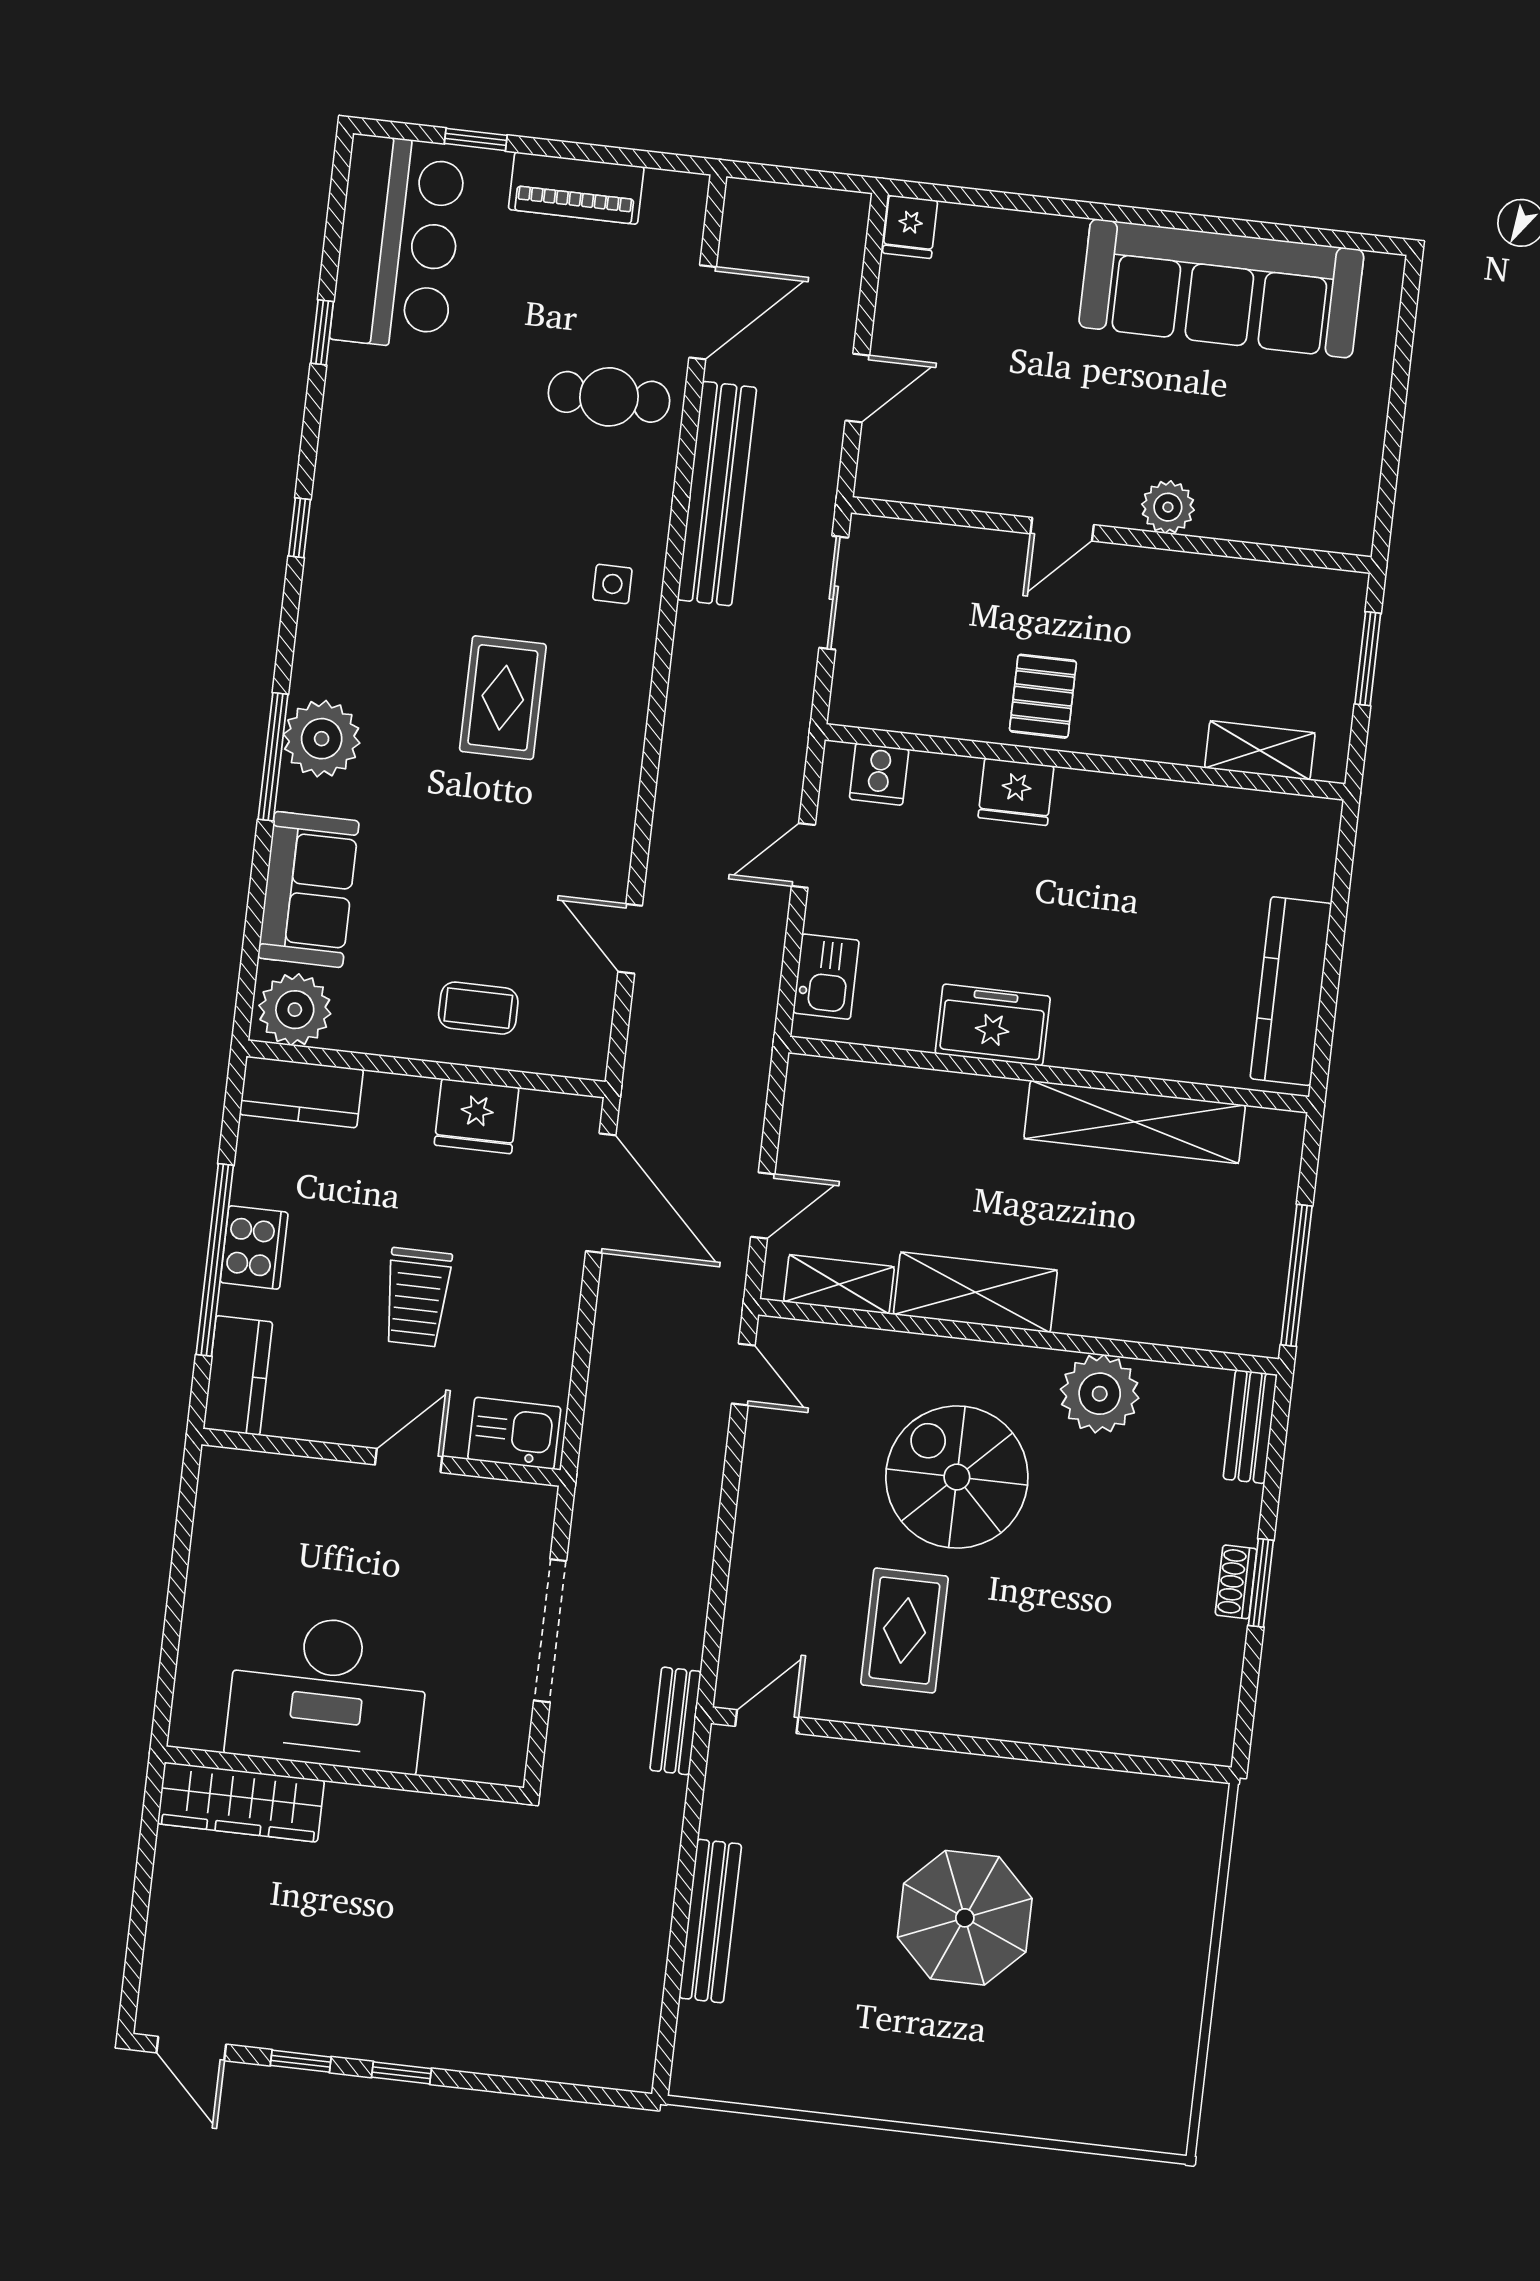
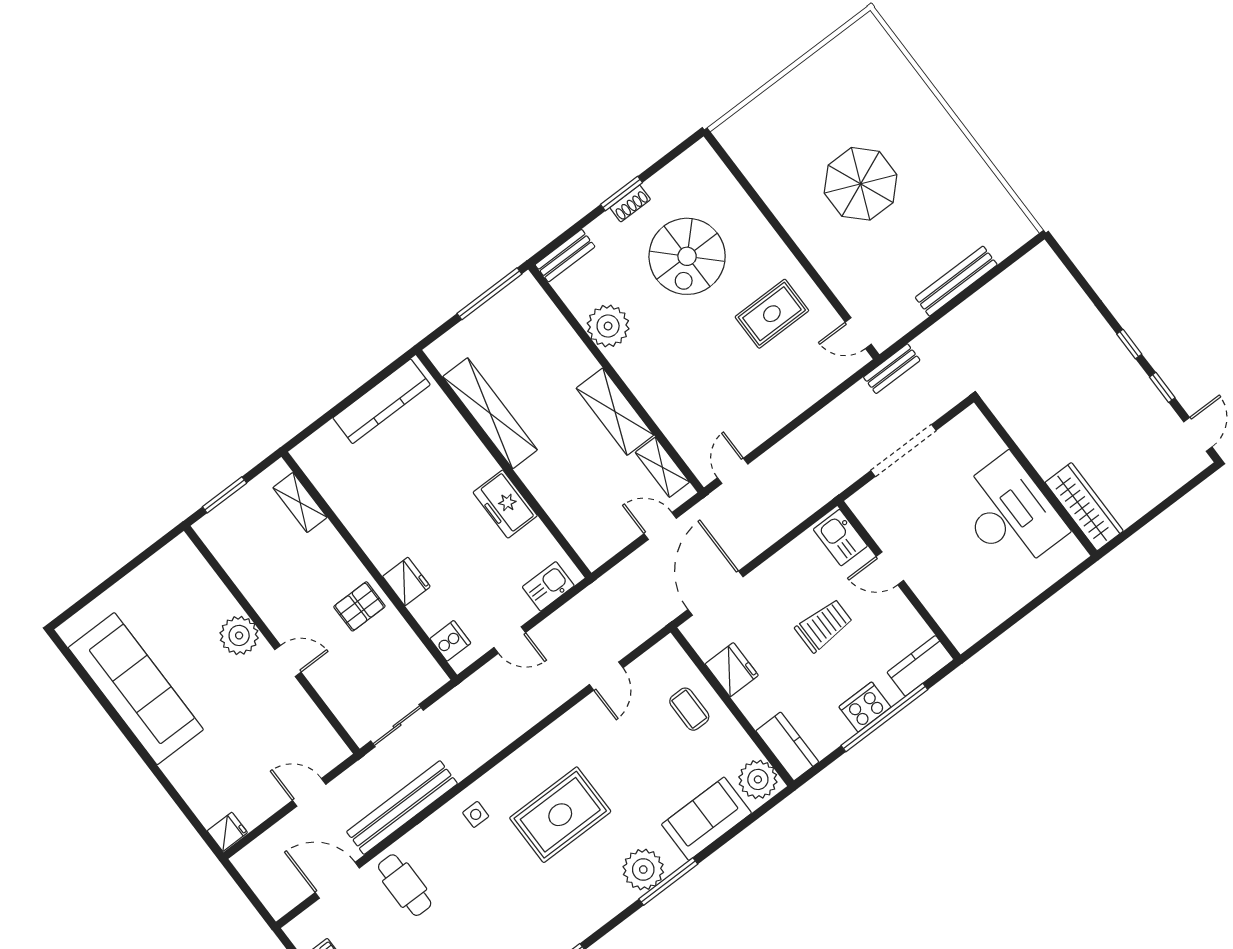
plant: (1168, 507) -> (239, 635), width x1.36, depth x1.36
rug: (503, 698) -> (560, 815), width x1.36, depth x1.43
spiral stairs: (957, 1477) -> (687, 256), moved

